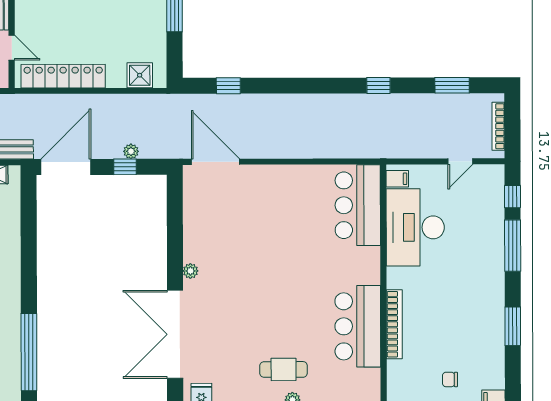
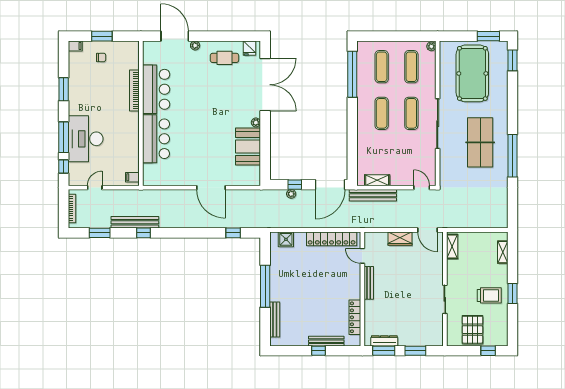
bench: (393, 103) -> (135, 222), added
door: (216, 162) -> (211, 188), moved
bar counter: (358, 205) -> (156, 139), moved
desk: (415, 227) -> (86, 139), moved, turned 180
booth: (204, 231) -> (248, 147), added
cafe table: (284, 369) -> (224, 58), moved

